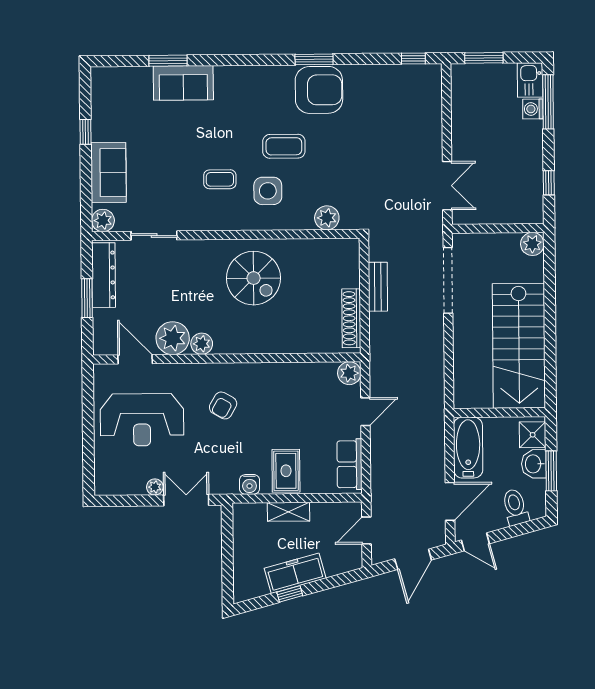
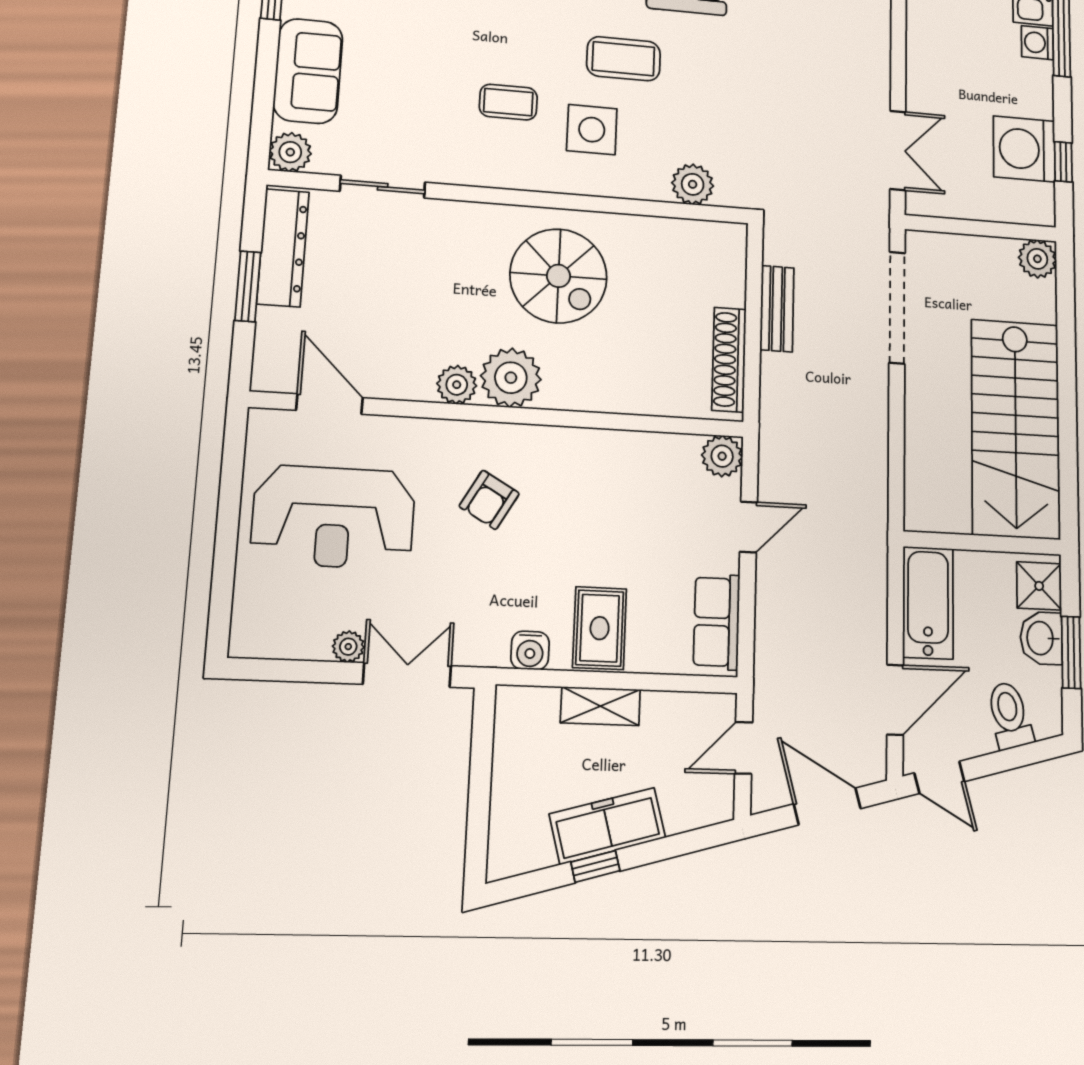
washing machine: (524, 177) -> (1024, 149), added
plant: (173, 338) -> (511, 378), moved
door: (413, 559) -> (827, 806), swing flipped

